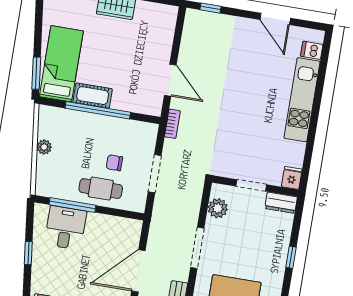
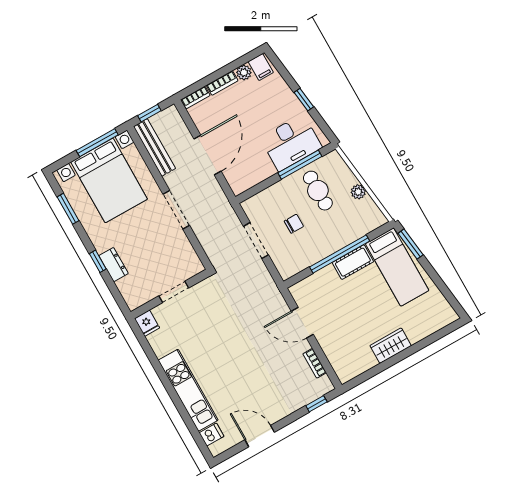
bookcase: (172, 124) -> (315, 363), moved
cafe table: (101, 189) -> (318, 191), moved, turned 90
dresser: (281, 203) -> (114, 265), moved, turned 90
plant: (218, 208) -> (185, 253), removed
desk: (65, 228) -> (291, 143), width x1.37

